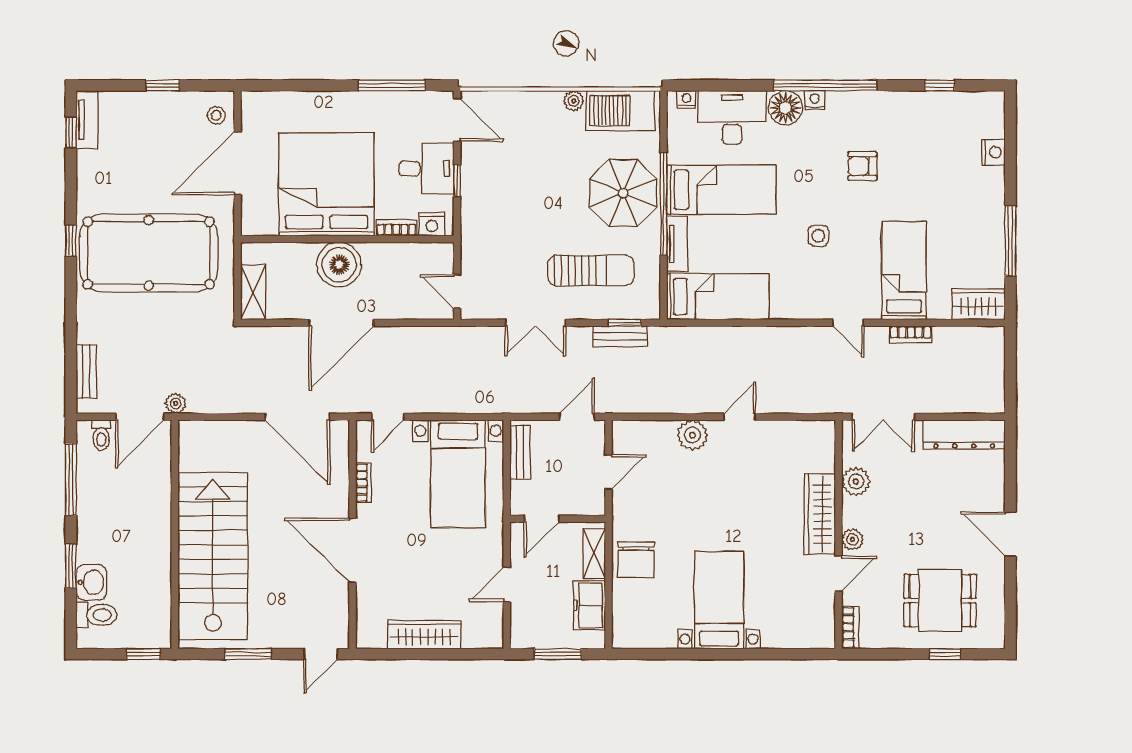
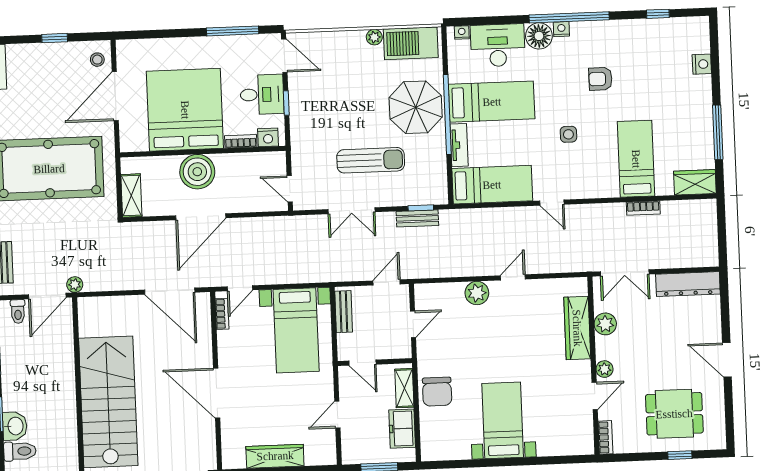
sun lounger: (591, 271) -> (371, 160), moved
door: (848, 323) -> (552, 203), moved
bookcase: (364, 483) -> (222, 314), moved
wardrobe: (820, 514) -> (577, 328), moved
door: (542, 519) -> (362, 363), hinge flipped

